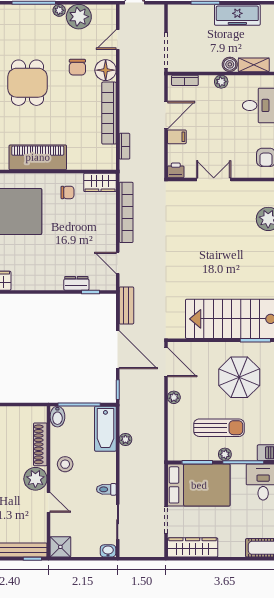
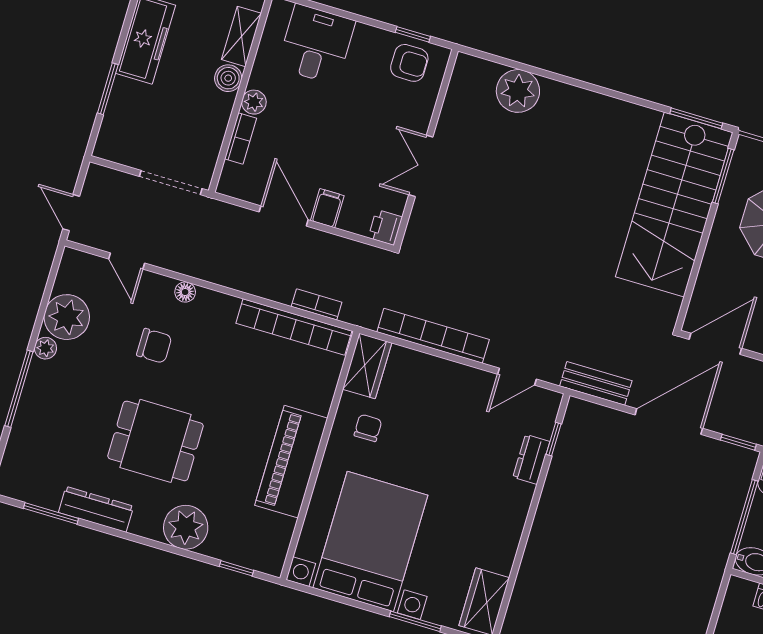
floor lamp: (106, 70) -> (185, 292), width x0.53, depth x0.53
bookcase: (185, 80) -> (241, 138), moved
bookcase: (109, 113) -> (294, 327), moved

